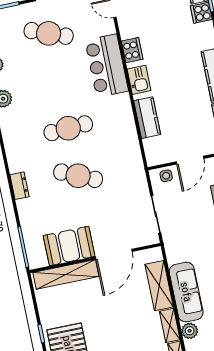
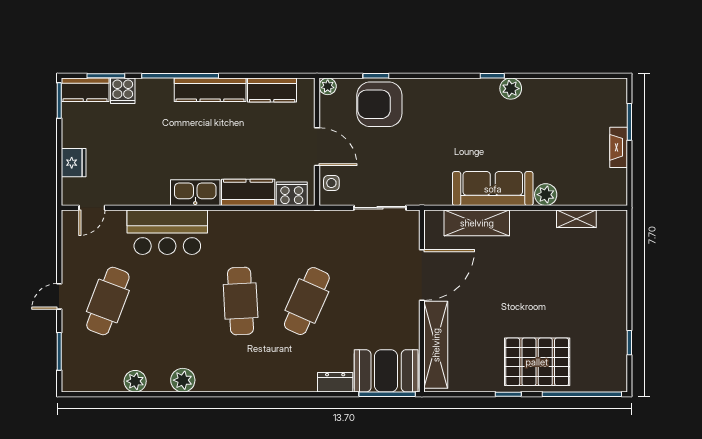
cooker: (132, 50) -> (292, 194), moved
kitchen sink: (139, 80) -> (195, 193), width x1.38
dresser: (19, 186) -> (335, 382), moved
booth: (69, 246) -> (386, 371), moved, turned 90
door: (114, 254) -> (422, 275), hinge flipped
shelving: (170, 325) -> (533, 220), removed

